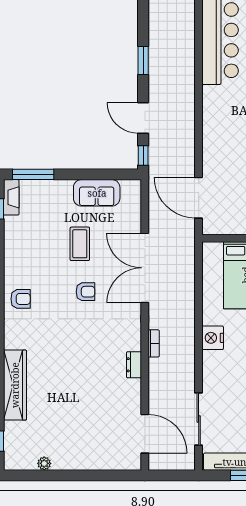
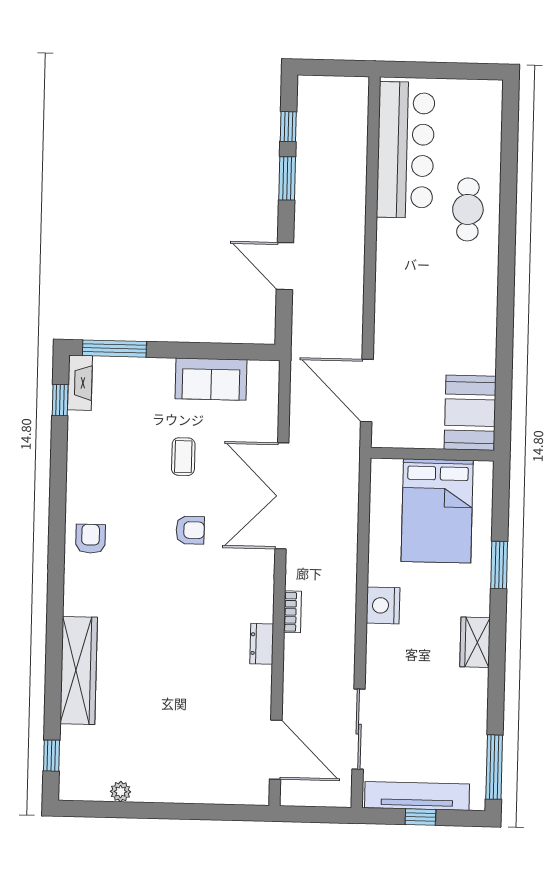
window: (143, 155) -> (288, 127), moved
coffee table: (80, 244) -> (183, 457), width x0.73, depth x0.77
armchair: (21, 299) -> (90, 539), turned -90

